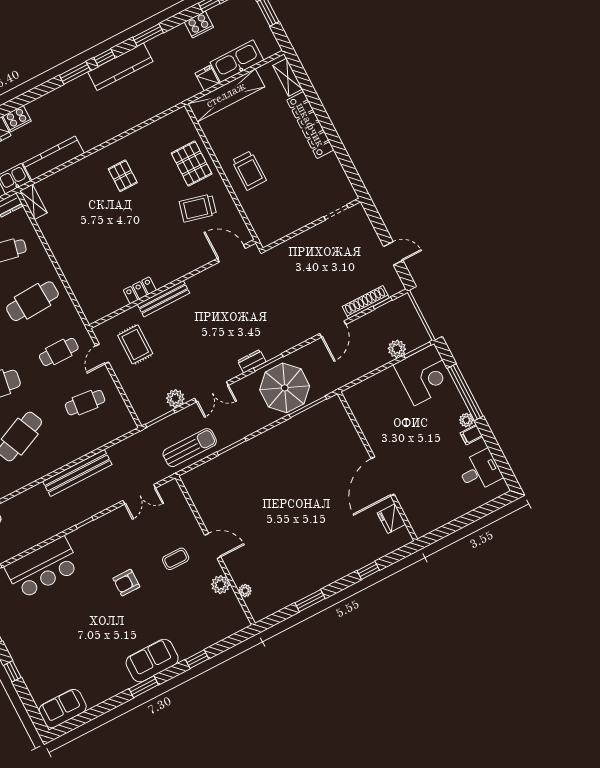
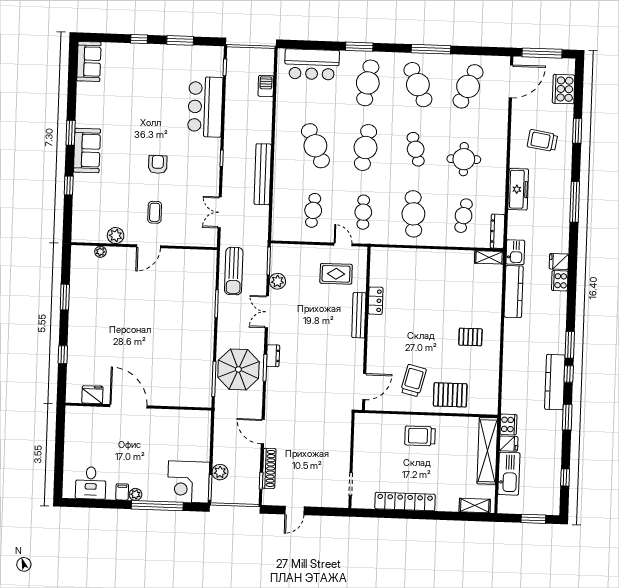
cooker: (199, 25) -> (508, 424), moved, turned 180
locker: (310, 125) -> (405, 502), moved

